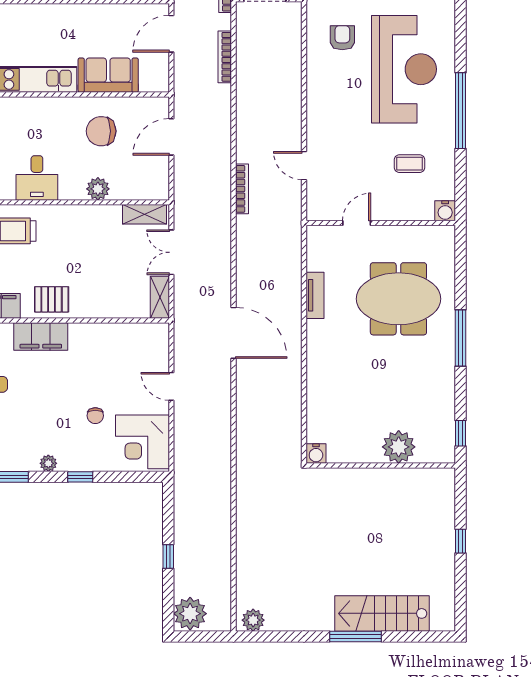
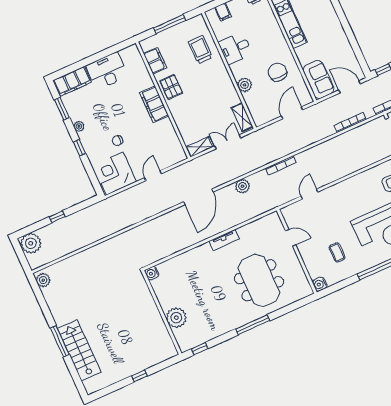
sofa: (108, 75) -> (318, 79), moved
door: (171, 137) -> (292, 113), hinge flipped
plant: (247, 260) -> (243, 186), added
tv unit: (315, 295) -> (224, 240), moved
filing cabinet: (41, 336) -> (154, 104), moved

